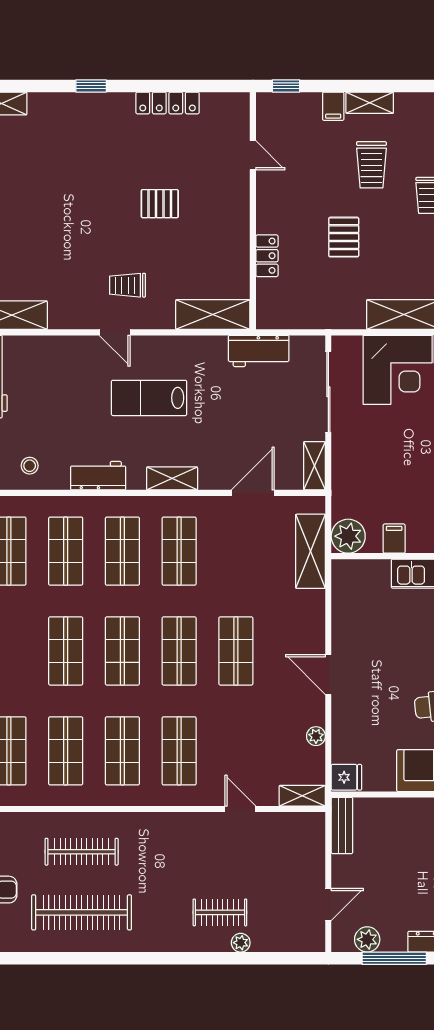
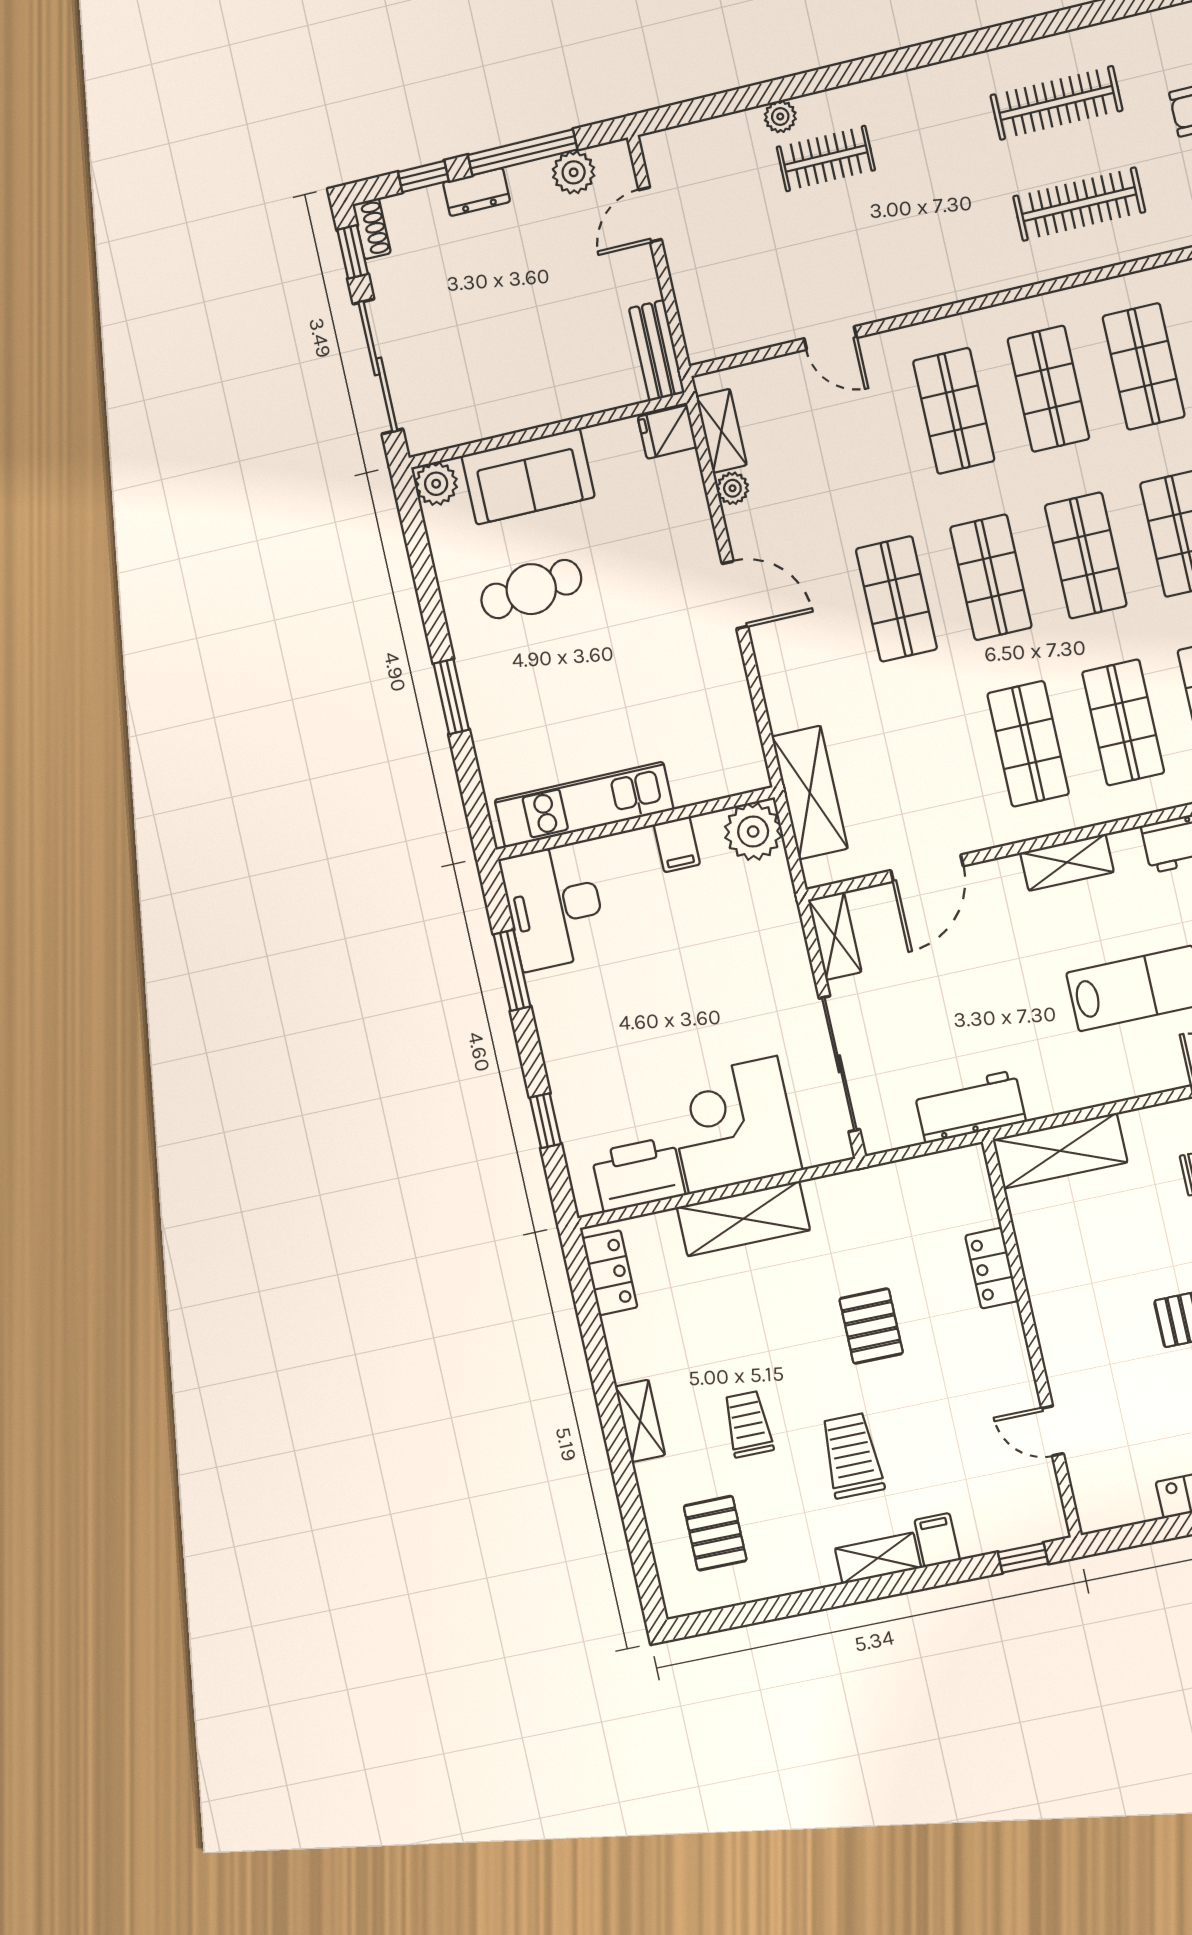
shelving: (302, 796) -> (721, 431), moved, turned 90
clothes rail: (82, 912) -> (1056, 103), width x0.73, depth x0.76

